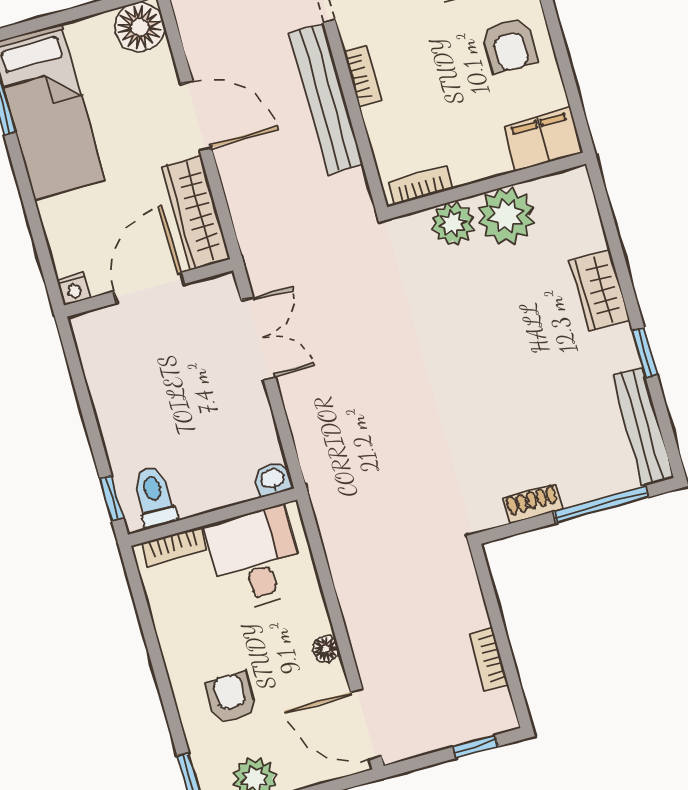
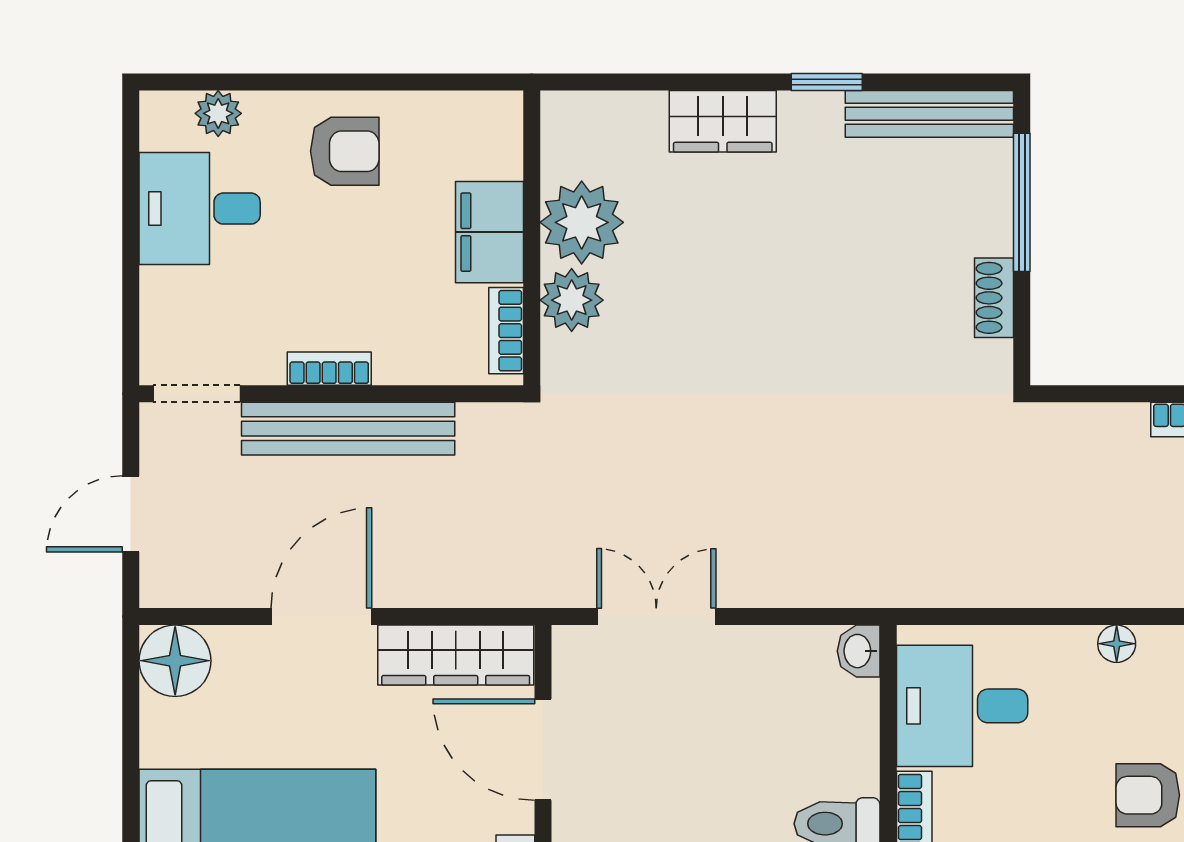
filing cabinet: (543, 140) -> (490, 232), moved

